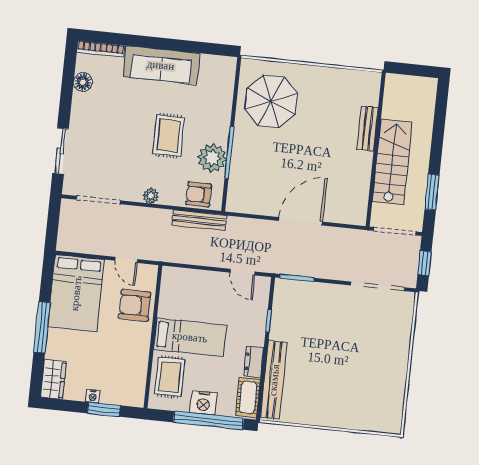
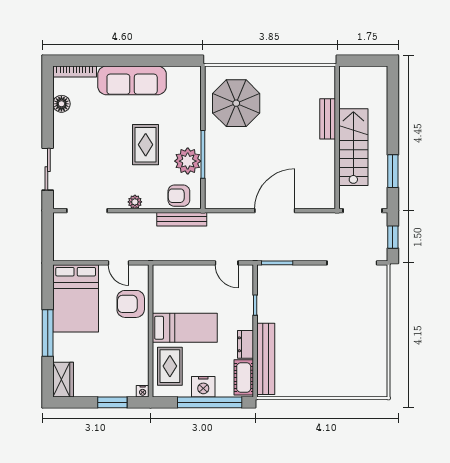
nightstand: (93, 396) -> (143, 391), moved

